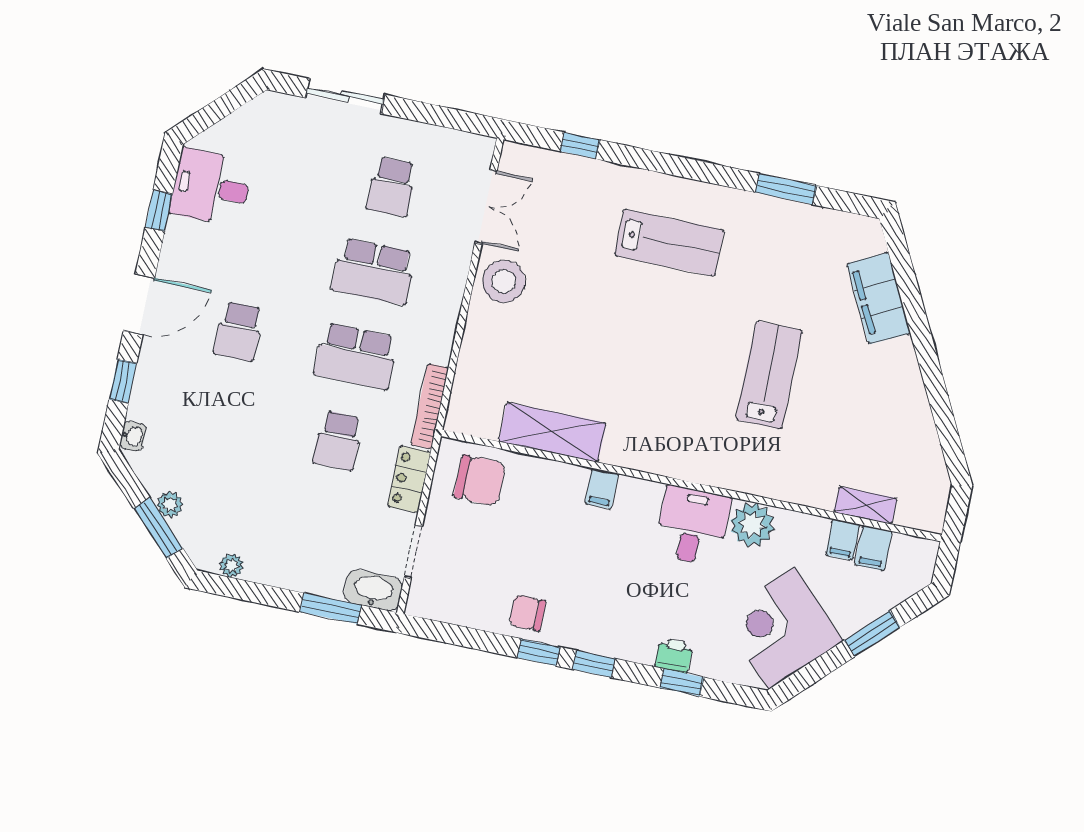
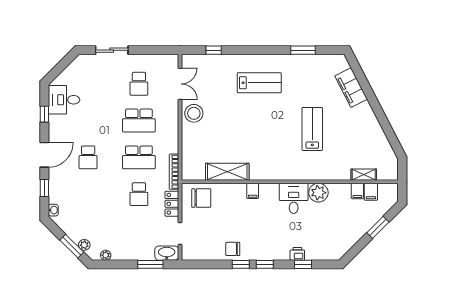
plant: (170, 505) -> (84, 245), moved
corner desk: (782, 628) -> (340, 233), removed

